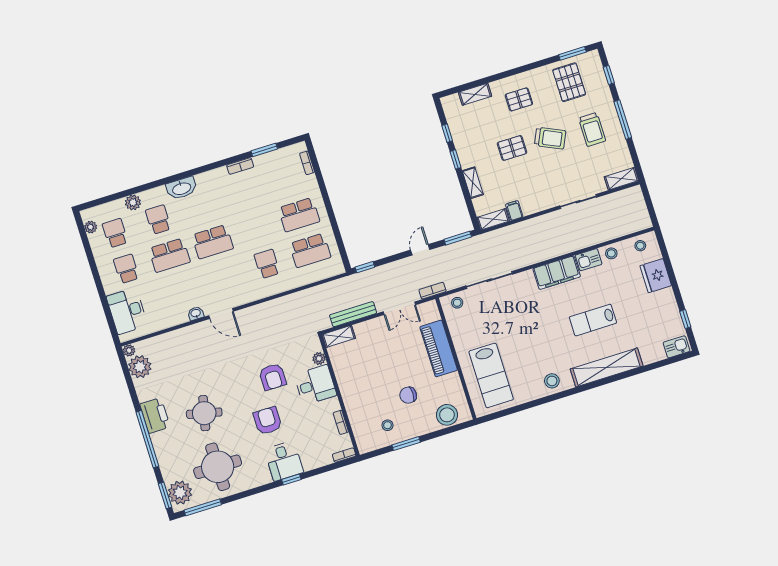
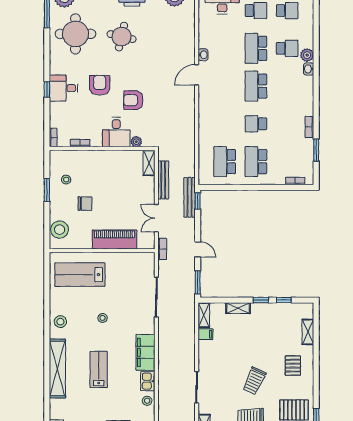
pallet: (512, 148) -> (256, 348), removed
washbasin: (182, 188) -> (309, 69), width x0.52, depth x0.69
plant: (133, 202) -> (307, 55), moved
school desk: (267, 264) -> (256, 124), moved, turned 180
bench: (364, 278) -> (190, 197), added
stool: (457, 303) -> (103, 318), moved
chair: (408, 395) -> (85, 204), turned 90
armchair: (268, 421) -> (100, 85), turned -90

